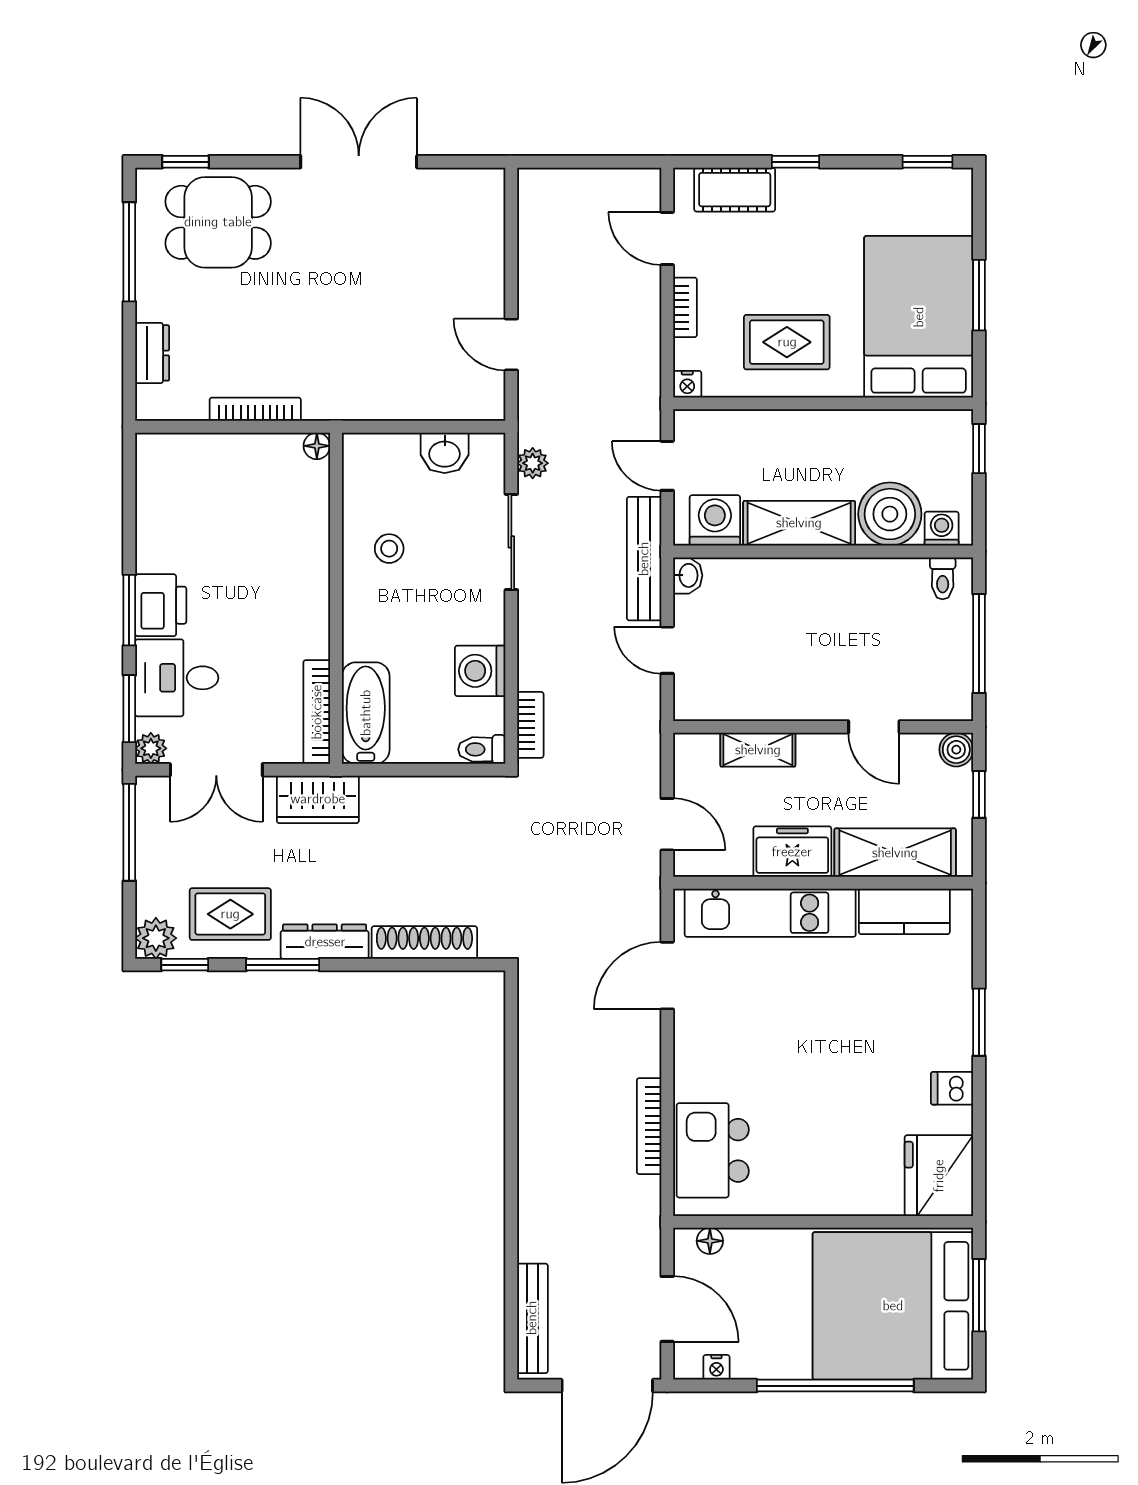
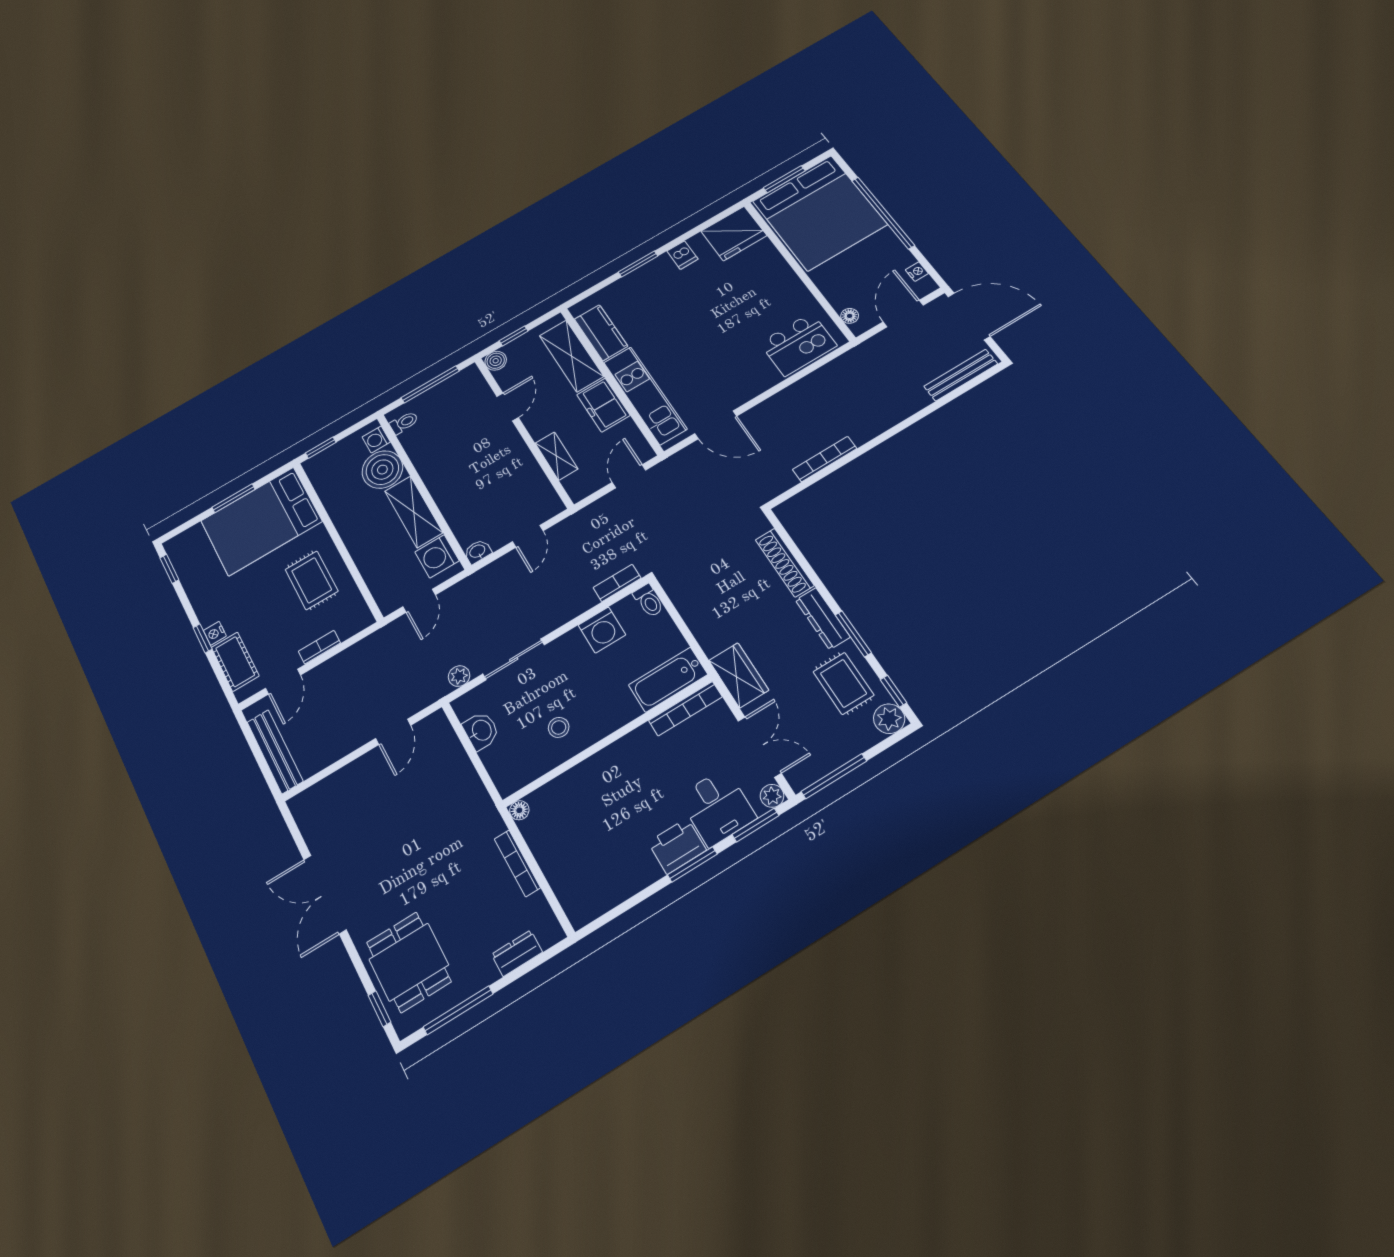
nightstand: (687, 384) -> (215, 633), moved, turned 180
bench: (644, 559) -> (275, 751), moved, turned 90
bookcase: (649, 1126) -> (825, 459), moved, turned 180

